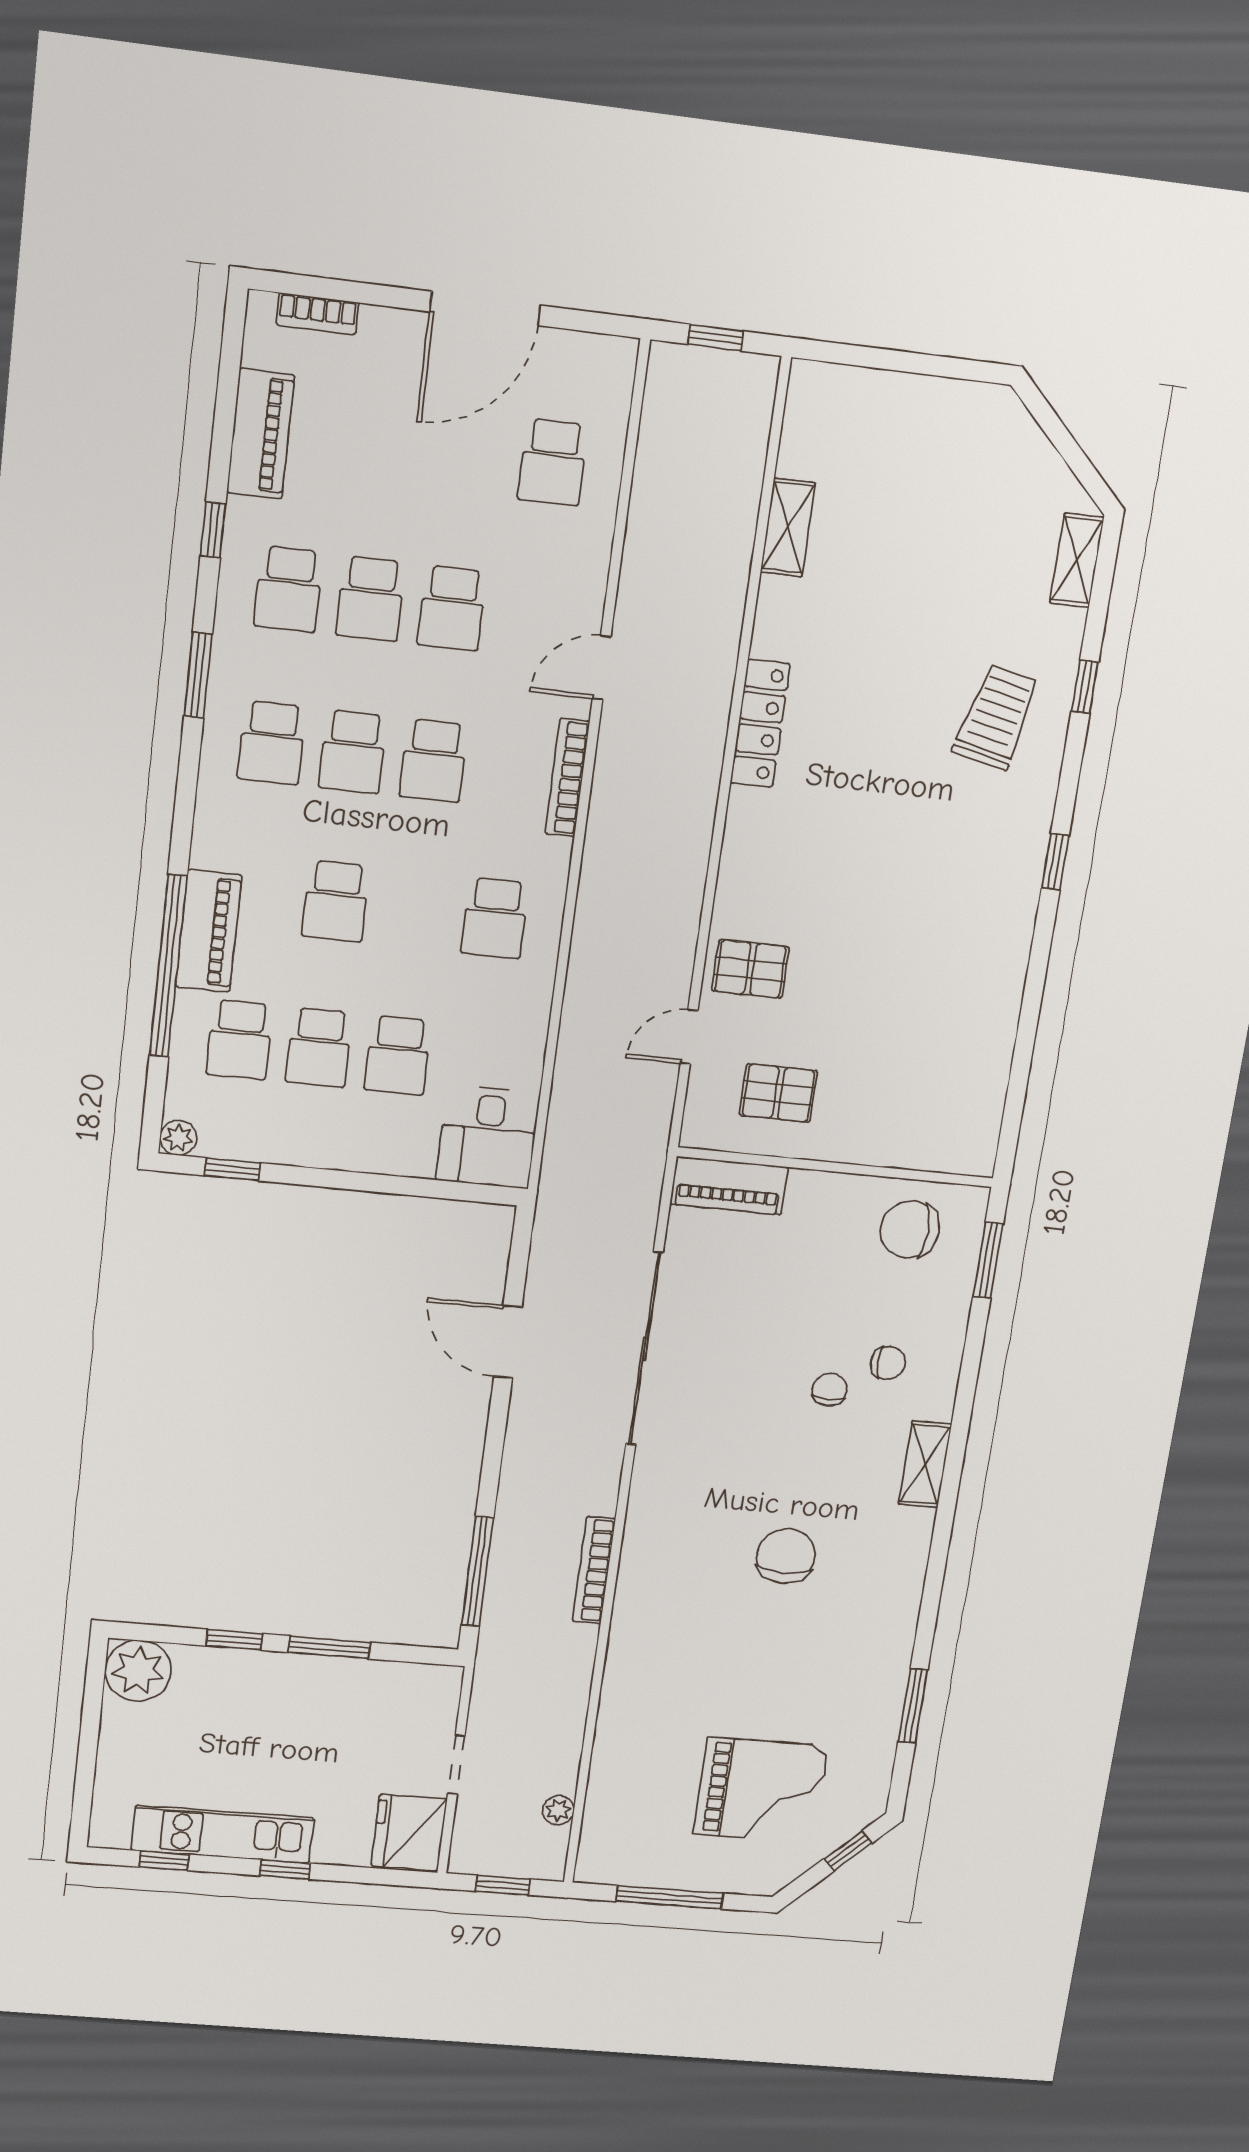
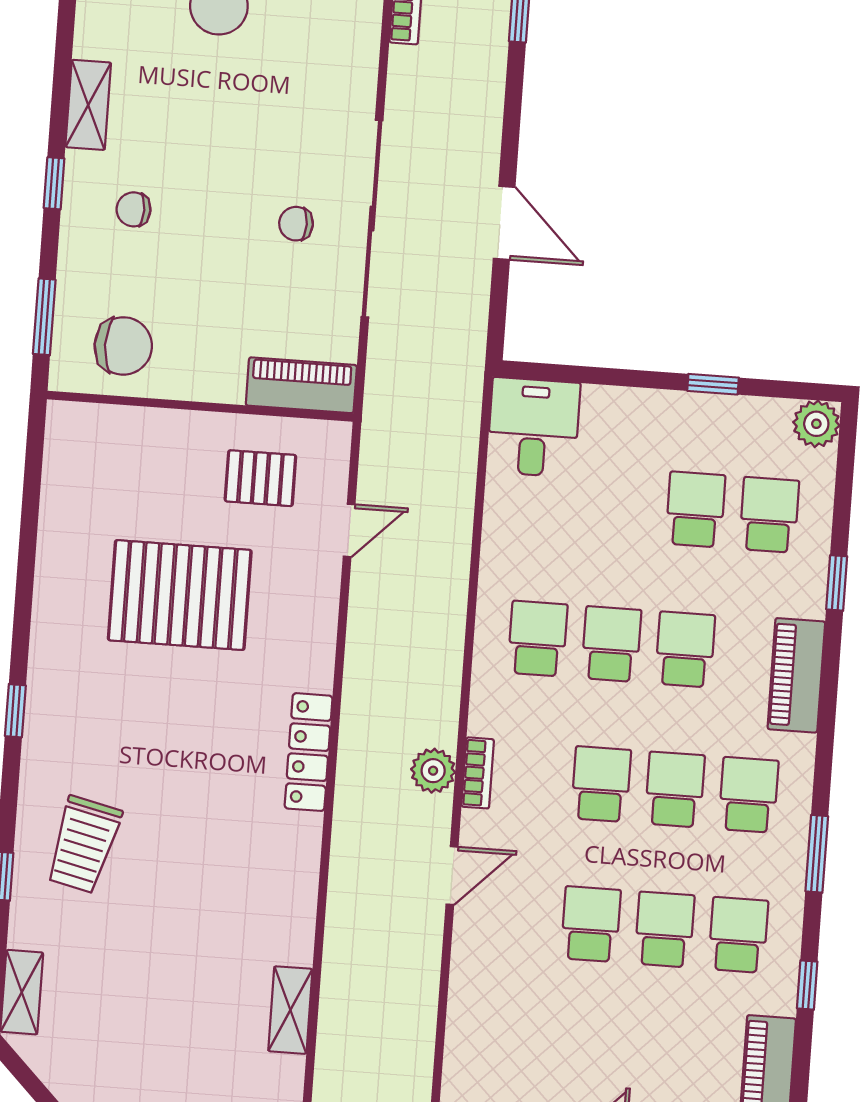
school desk: (553, 462) -> (507, 1059), removed
locker: (760, 723) -> (309, 752), moved
bookcase: (567, 778) -> (478, 773), width x0.64
plant: (615, 782) -> (433, 771), added
piano: (209, 931) -> (796, 675), moved
window: (168, 966) -> (837, 583), width x0.32
pallet: (750, 969) -> (180, 595), moved, width x2.05, depth x2.00
school desk: (398, 1055) -> (611, 644), moved
plant: (178, 1138) -> (816, 424), width x1.38, depth x1.38
window: (232, 1169) -> (713, 384), moved
chair: (829, 1390) -> (296, 224), moved, turned 90
window: (966, 1390) -> (54, 183), added

